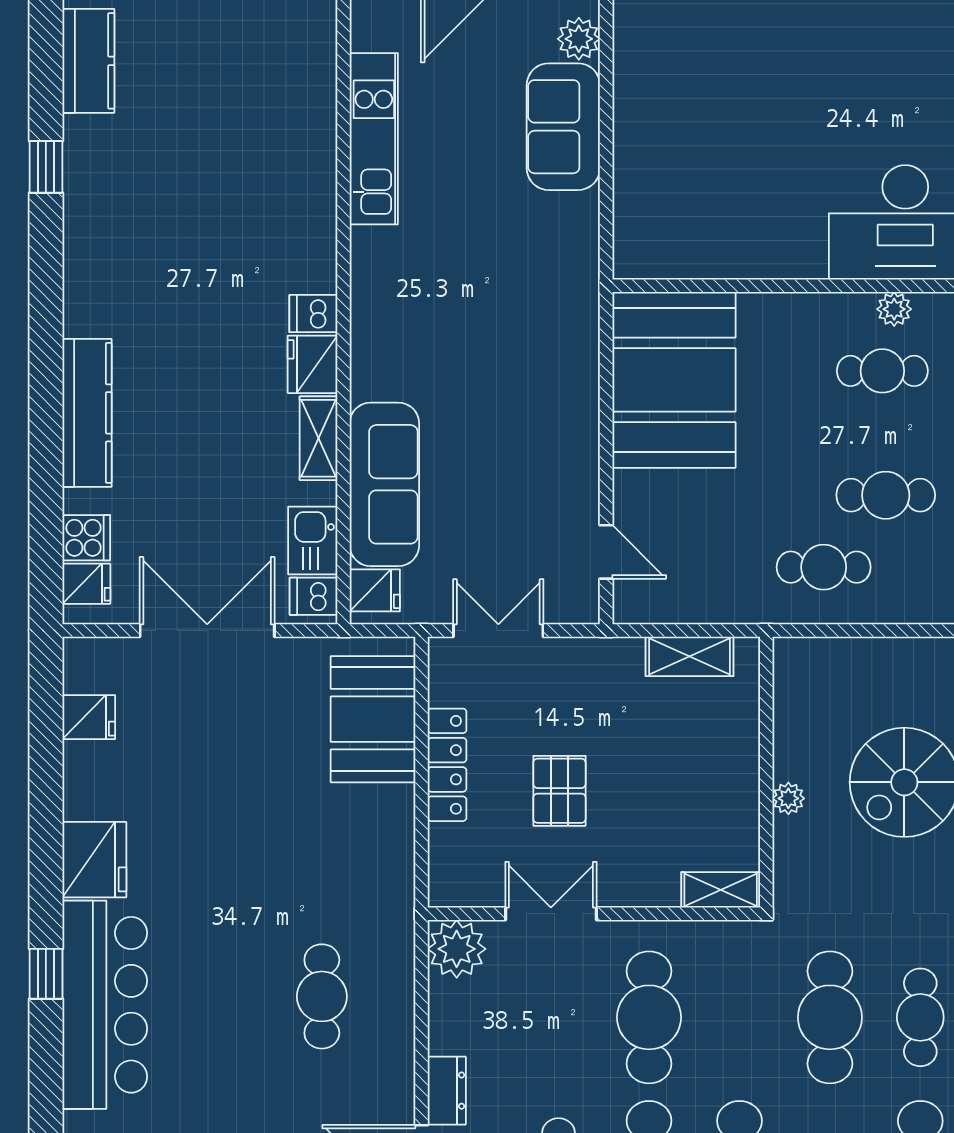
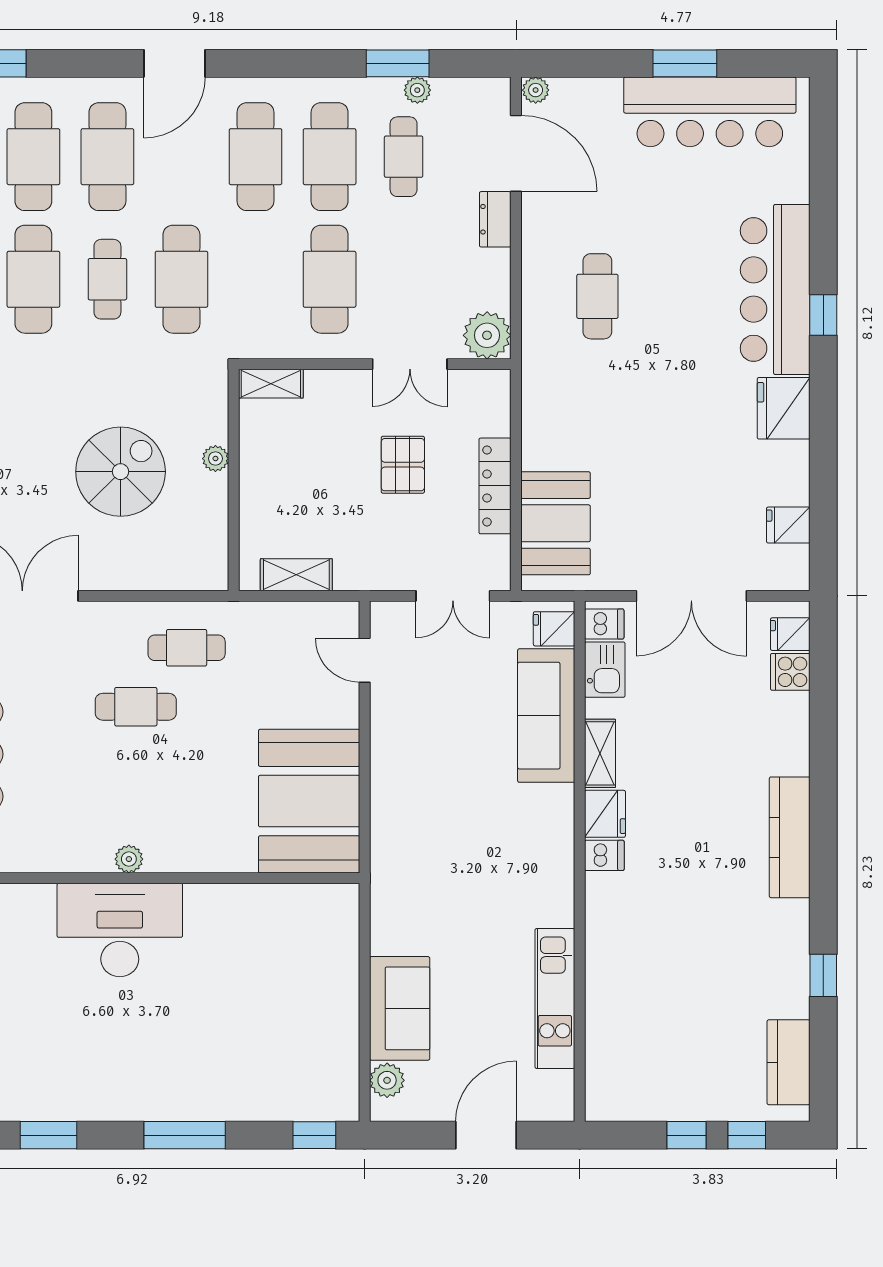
cafe table: (882, 371) -> (139, 808), removed
kitchen counter: (87, 413) -> (790, 837), moved

